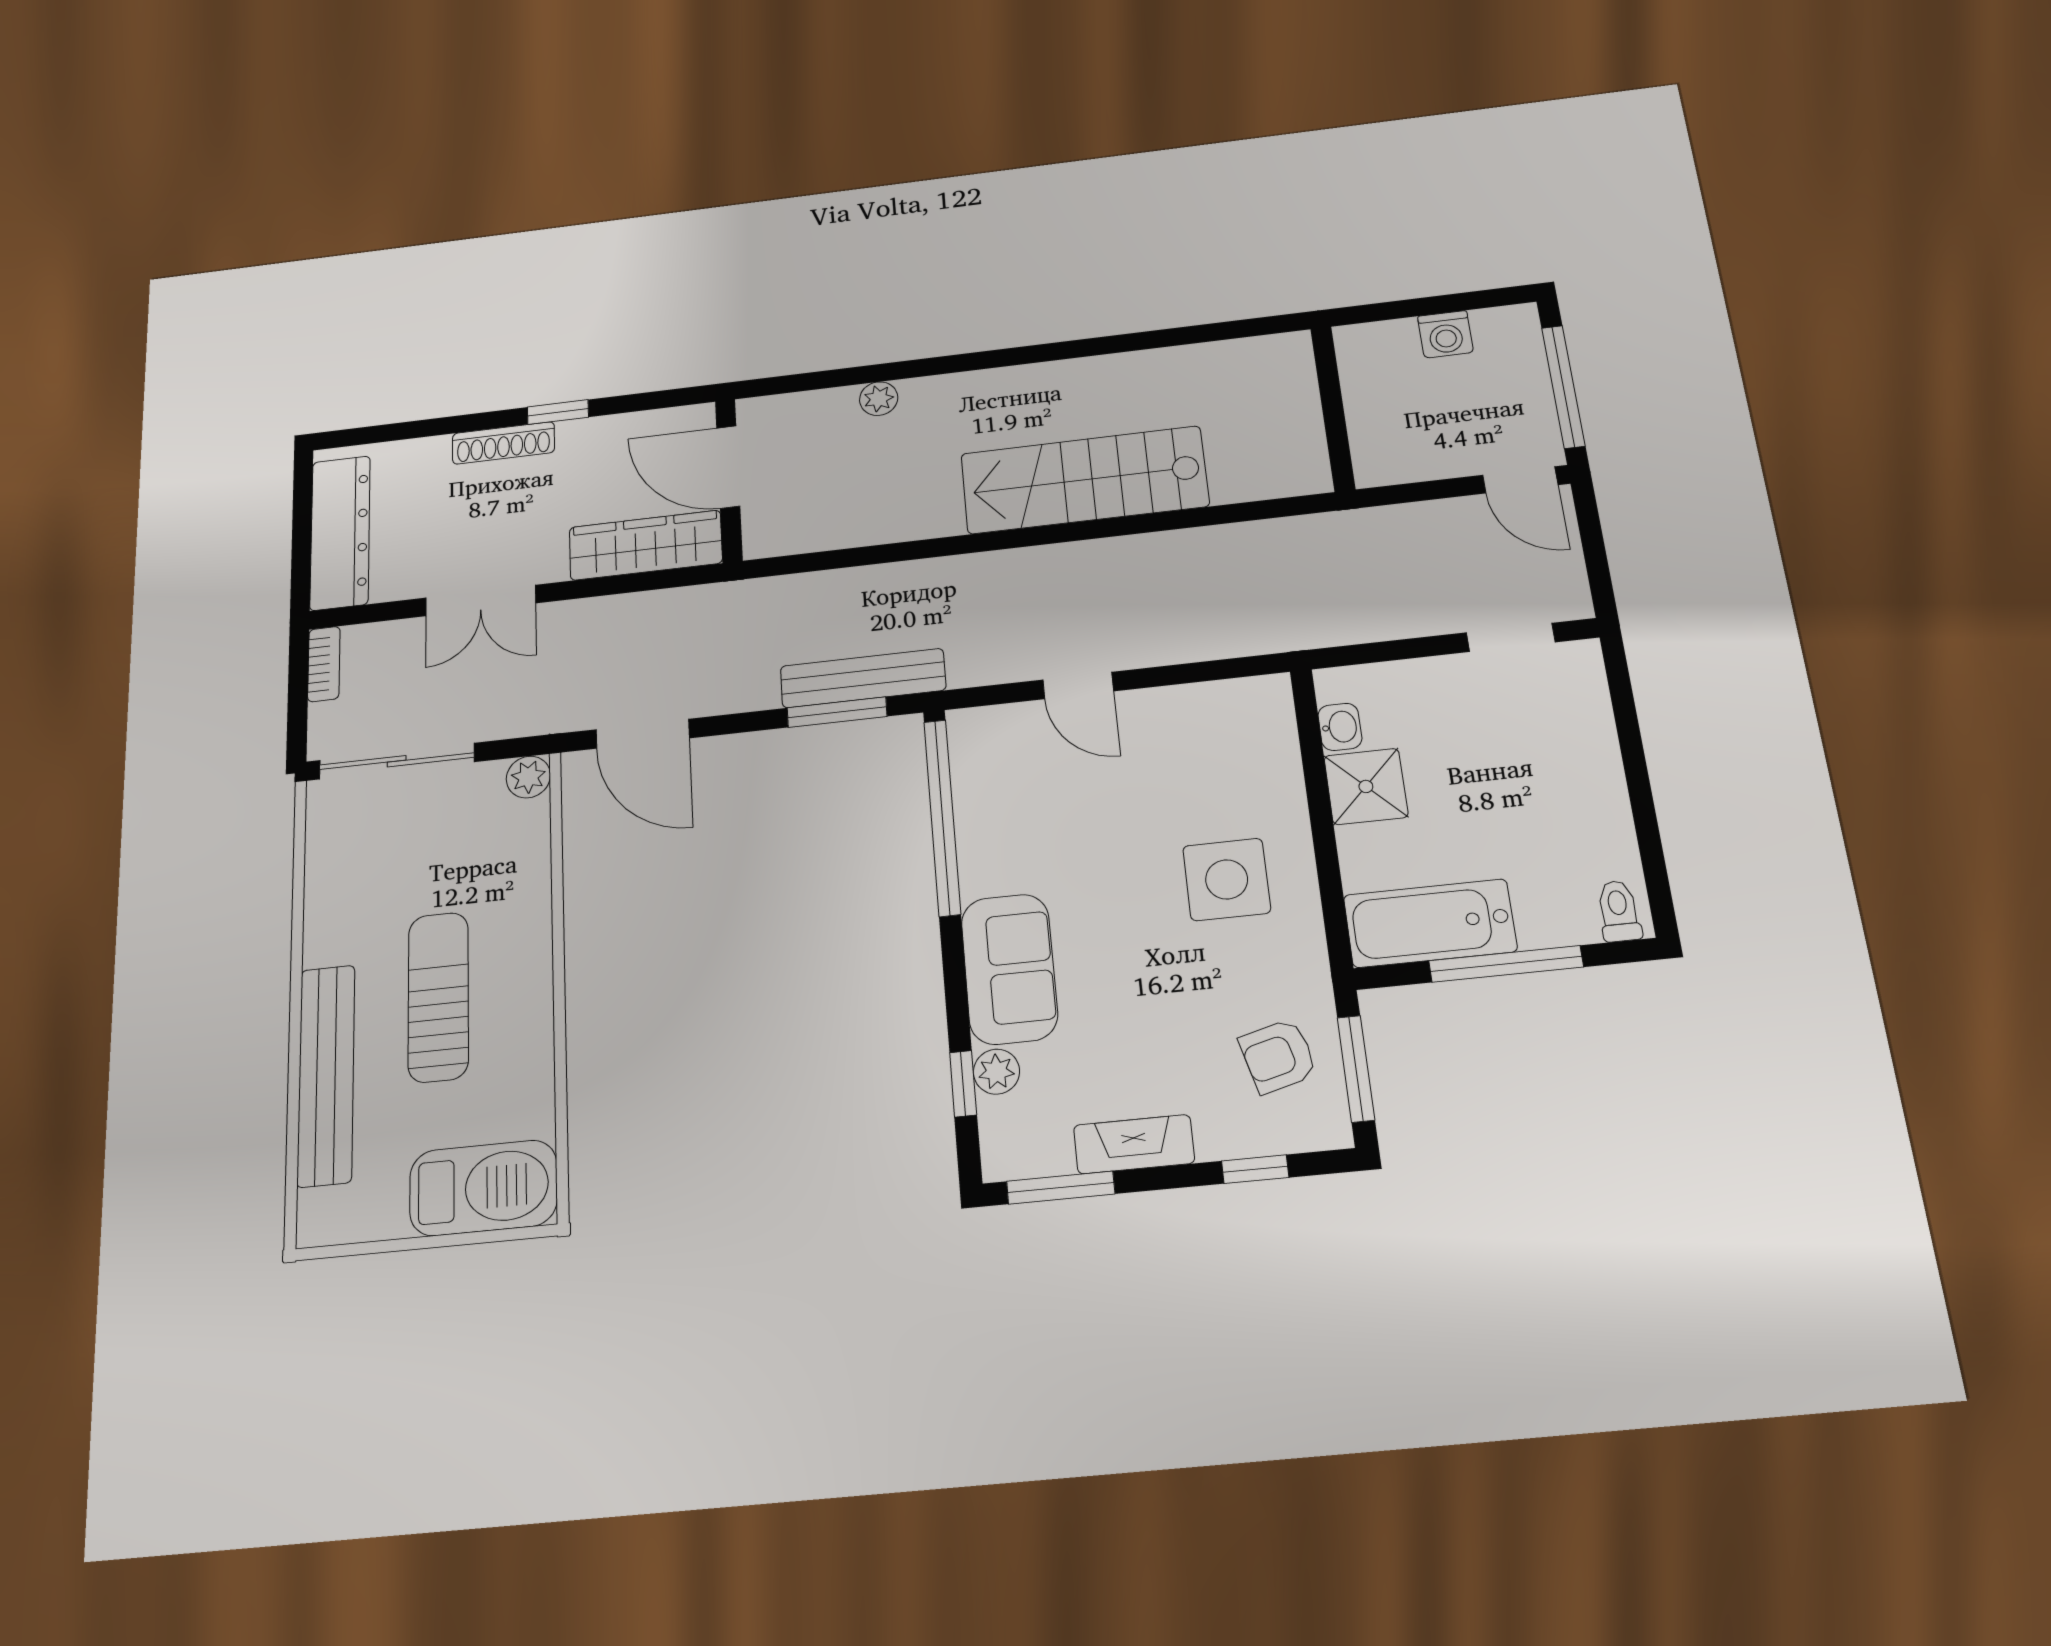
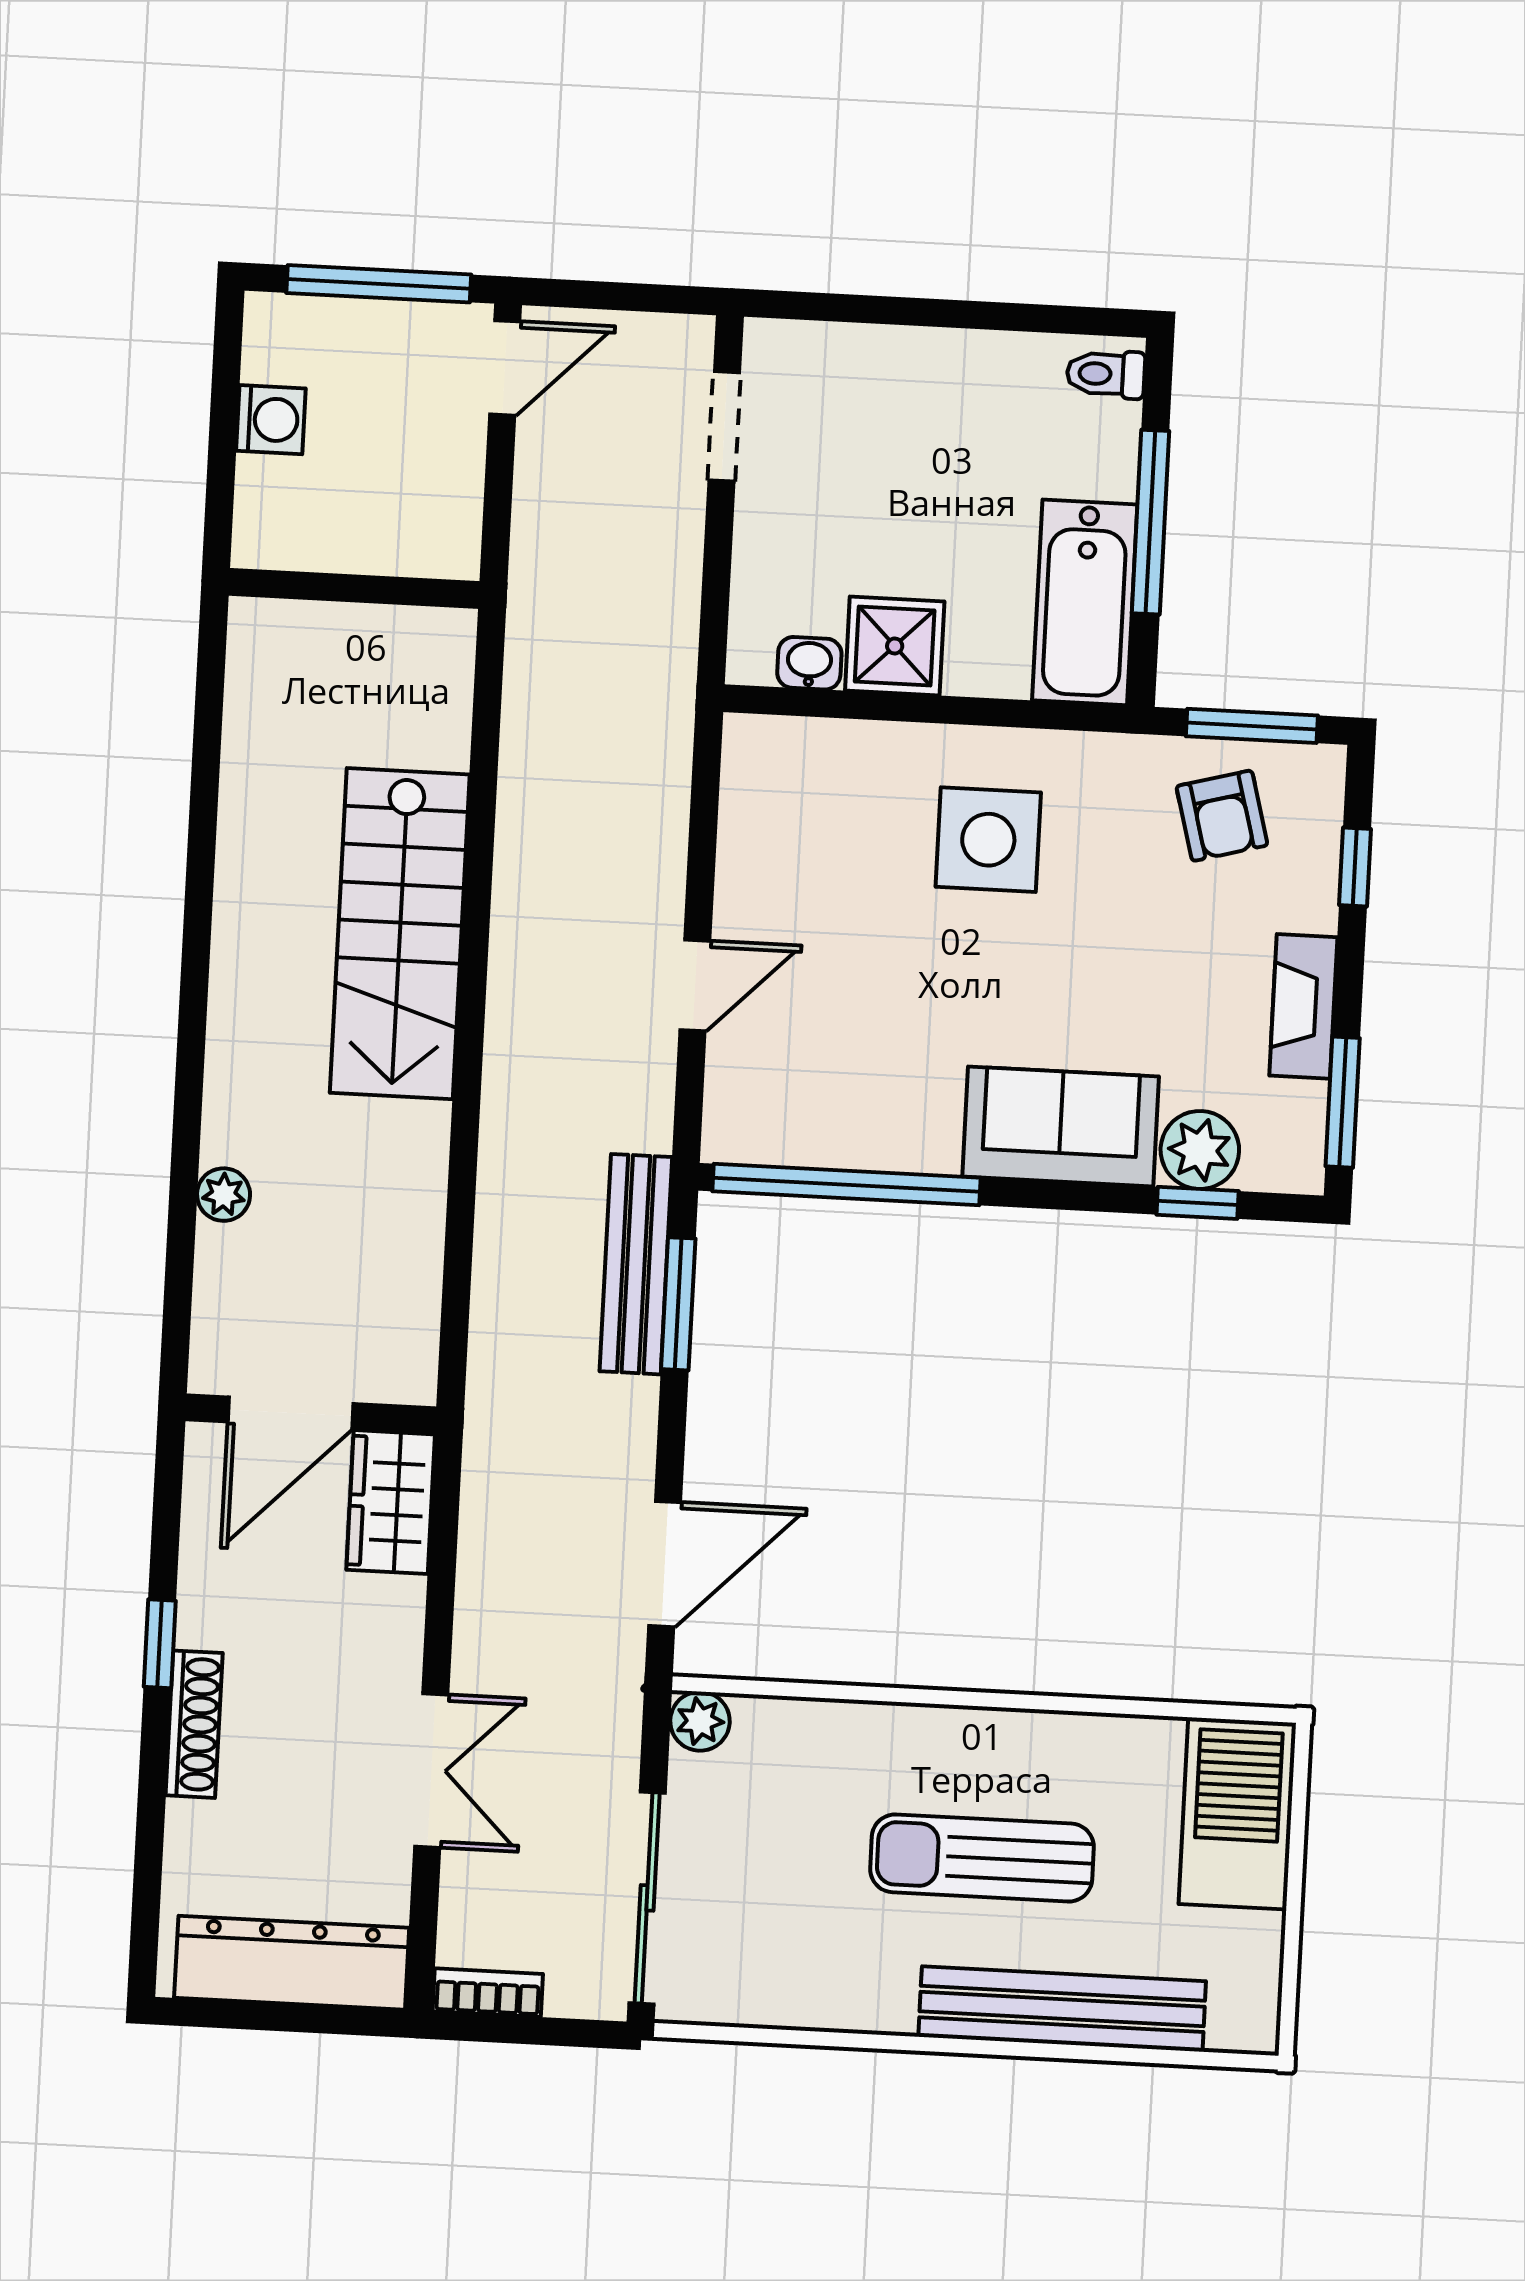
wardrobe: (646, 545) -> (391, 1502), width x0.67
plant: (996, 1072) -> (1200, 1150), width x1.38, depth x1.38

